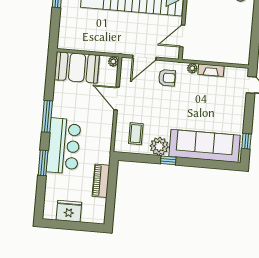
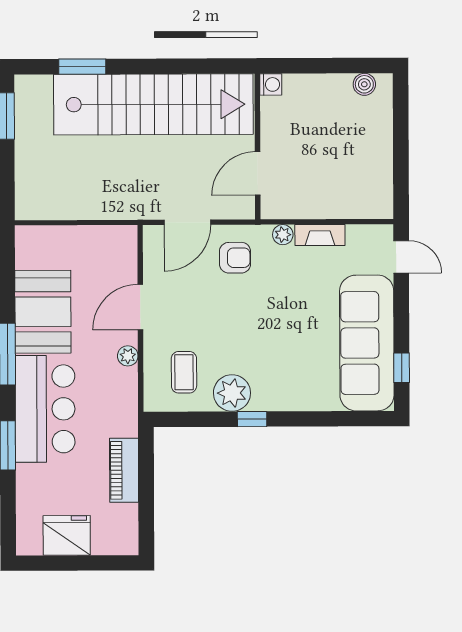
plant: (113, 62) -> (128, 356), moved
booth: (77, 67) -> (43, 312), moved, turned 90
door: (117, 99) -> (140, 307), hinge flipped
sofa: (205, 146) -> (367, 343), moved, turned -90

